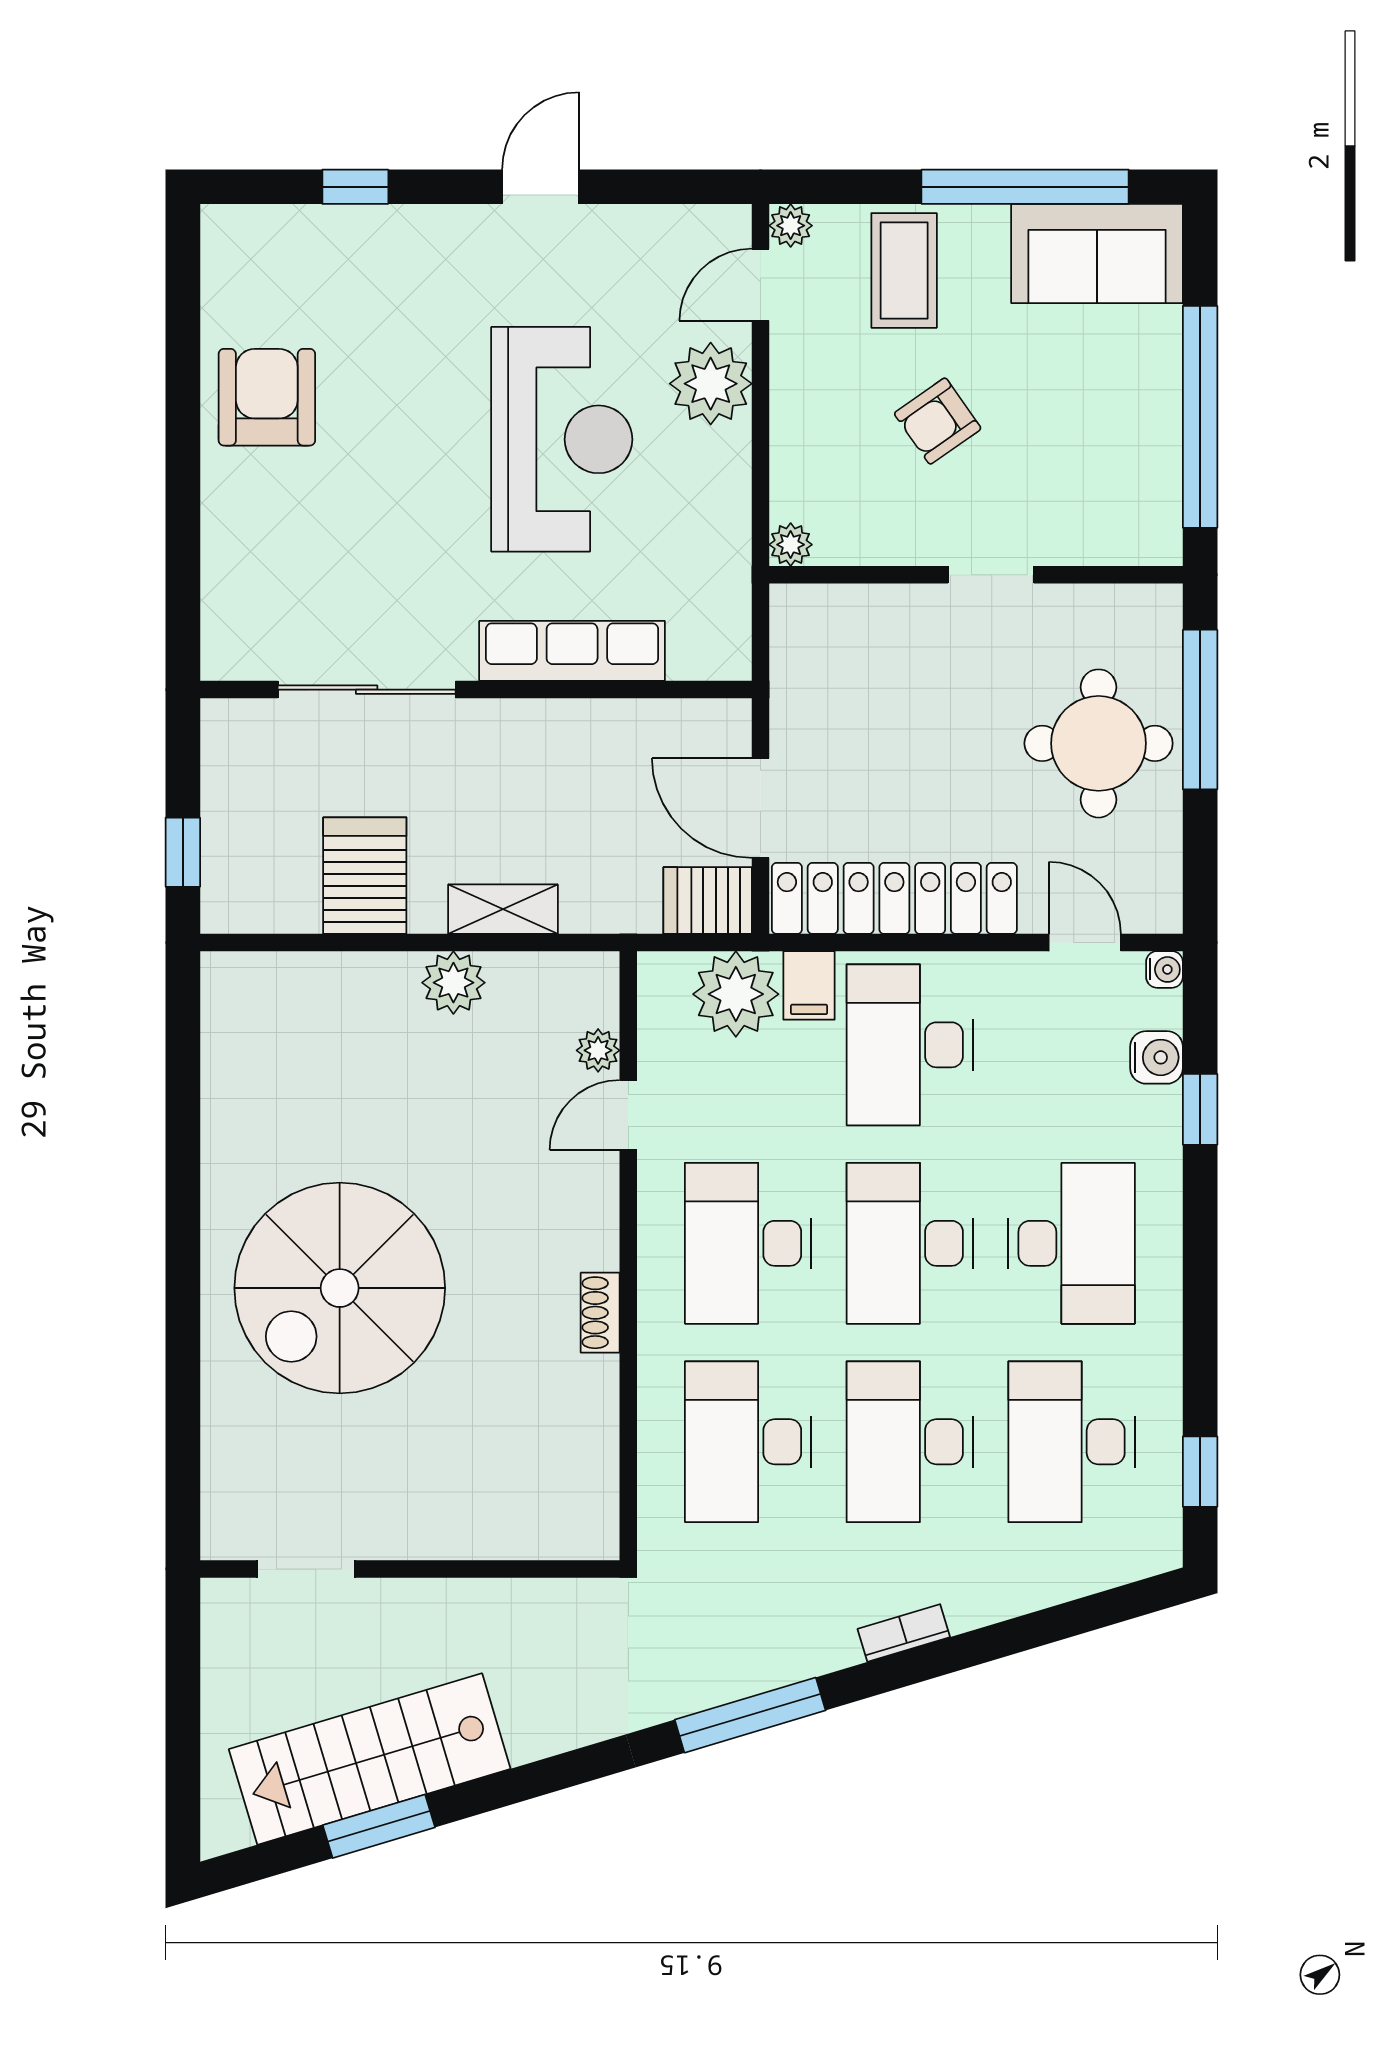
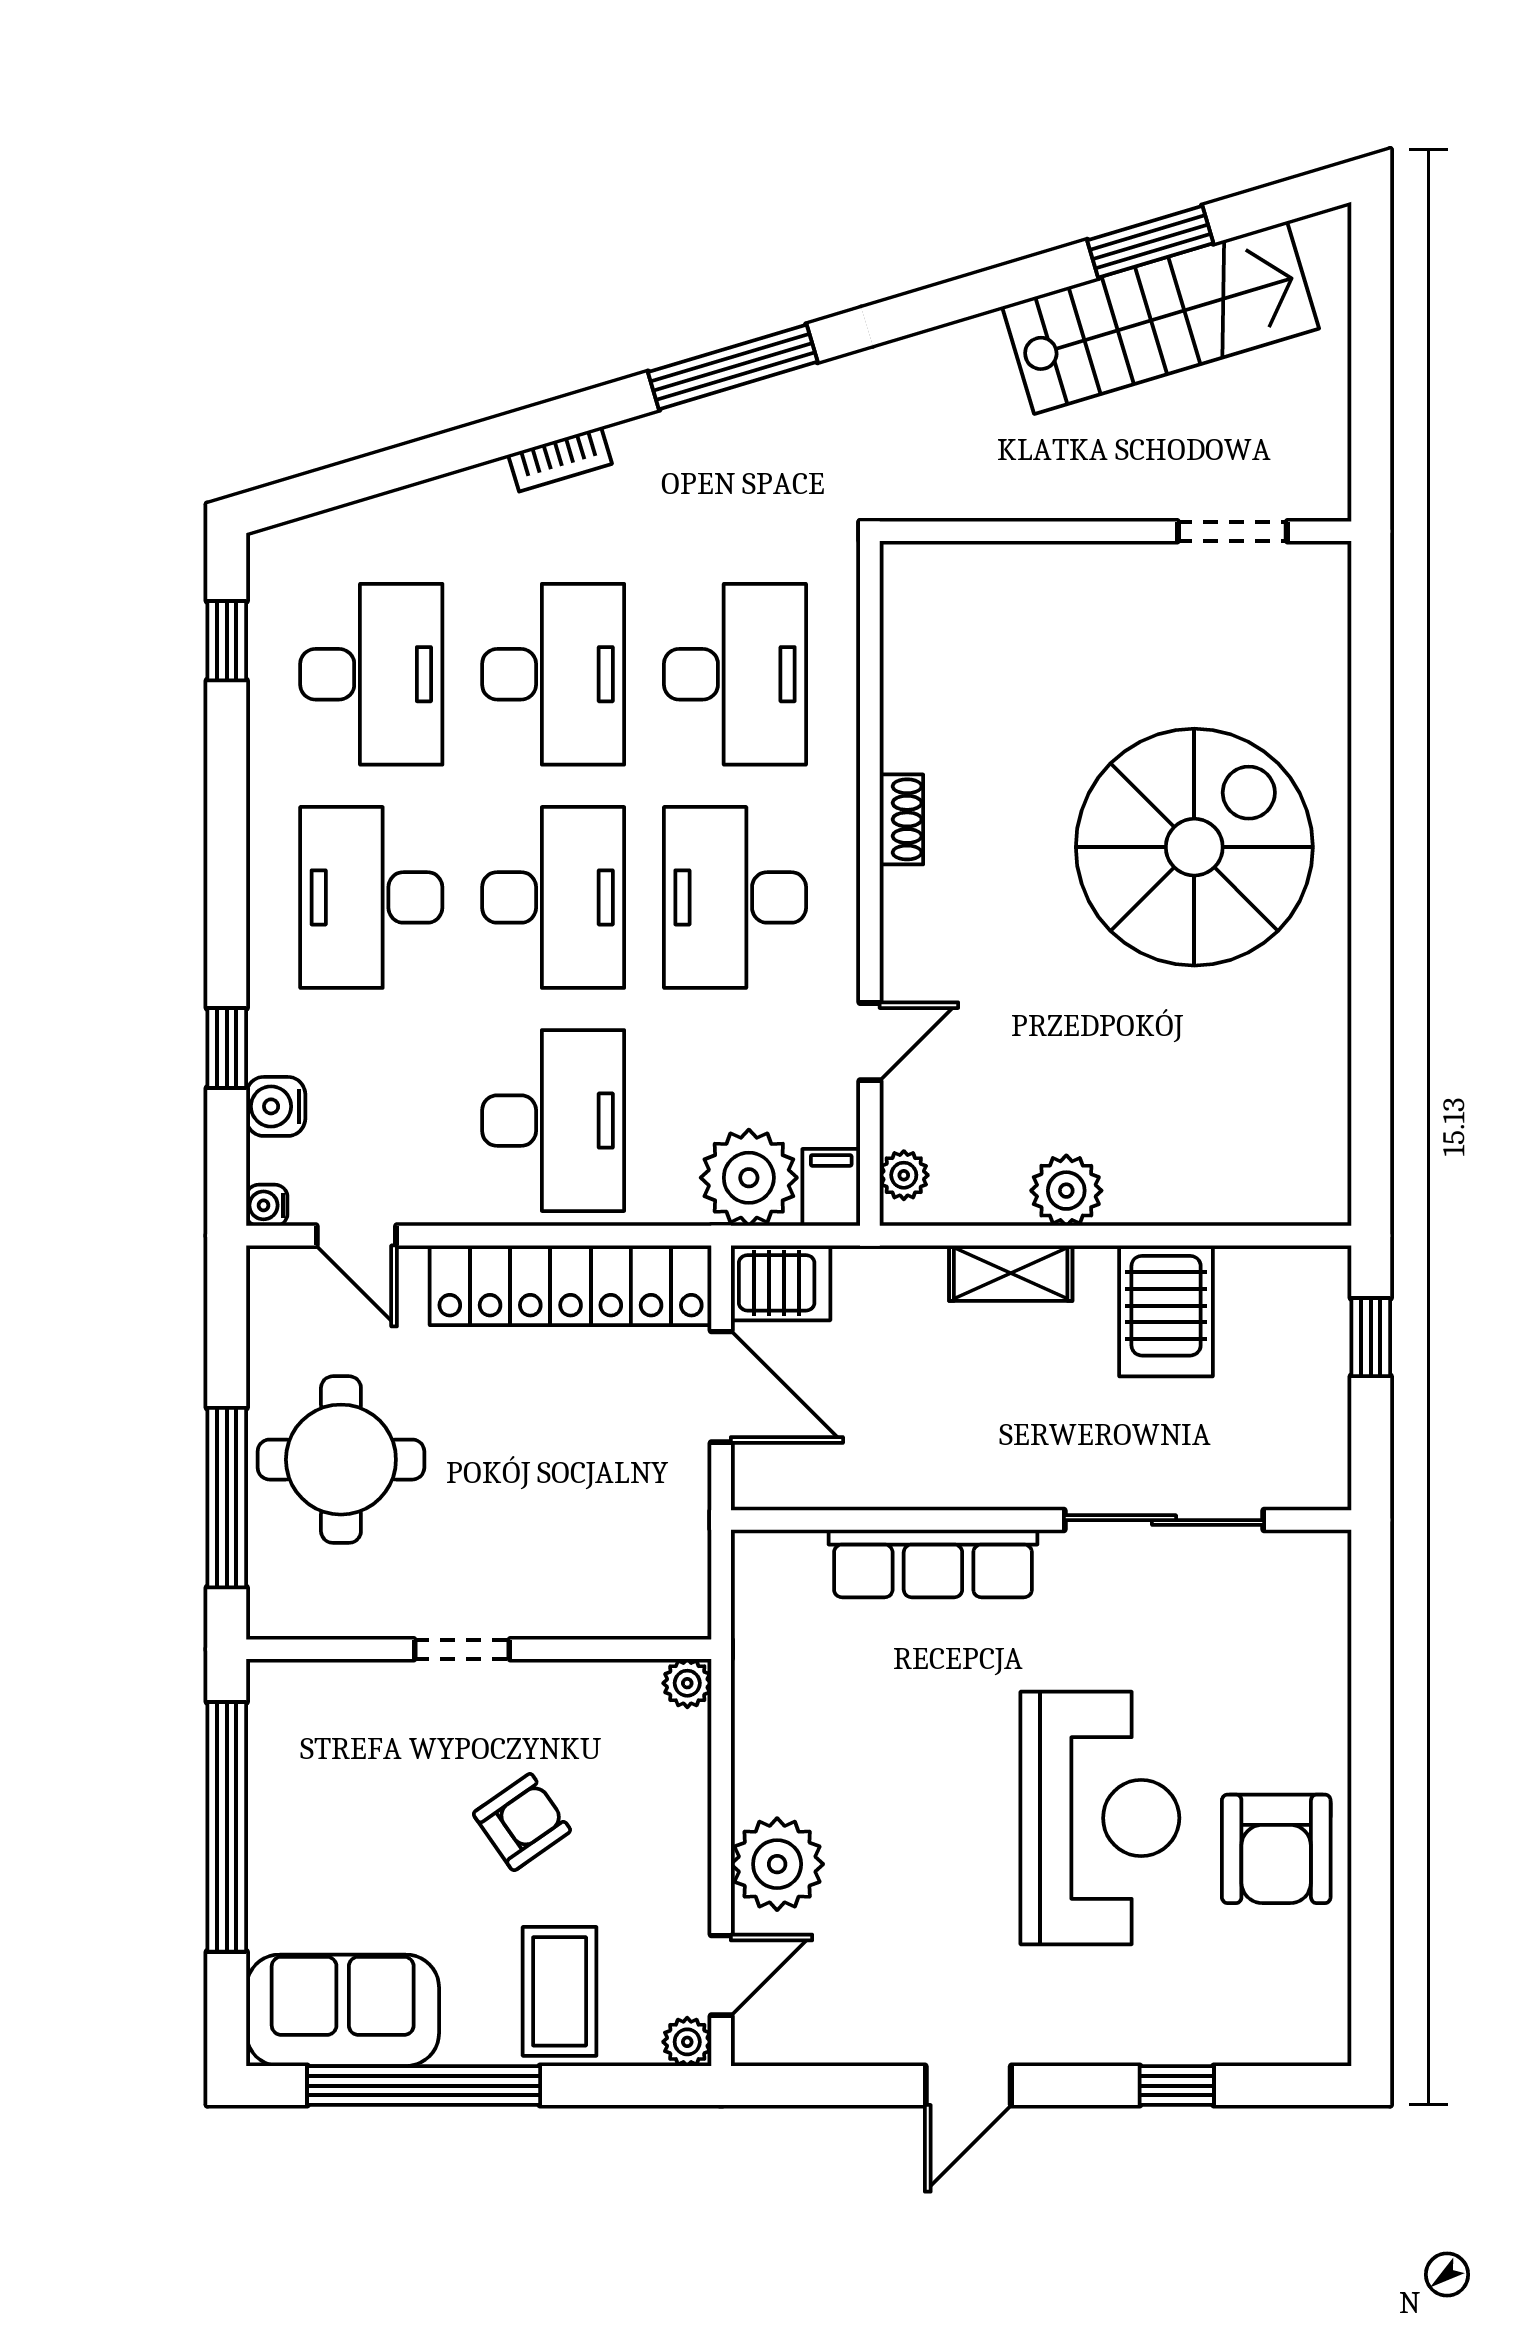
reception desk: (562, 439) -> (1100, 1818), moved, turned 180
filing cabinet: (809, 985) -> (831, 1187), moved
plant: (598, 1050) -> (904, 1175), moved
desk: (748, 1243) -> (735, 897), turned 180

